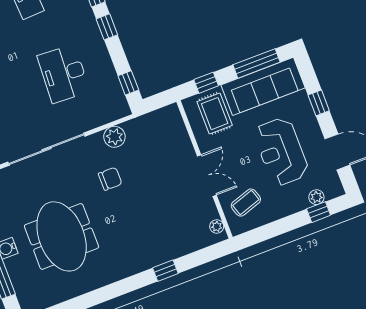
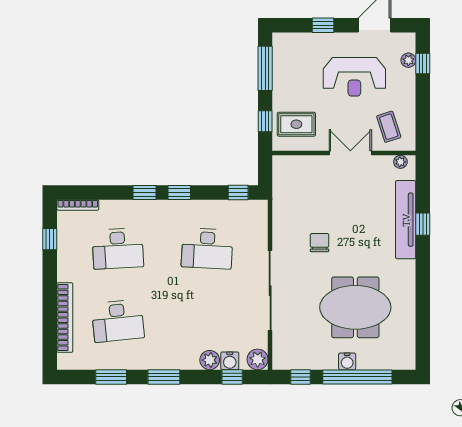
sofa: (263, 86) -> (288, 70), removed
plant: (114, 137) -> (283, 224), removed
tv unit: (163, 253) -> (406, 220), added

